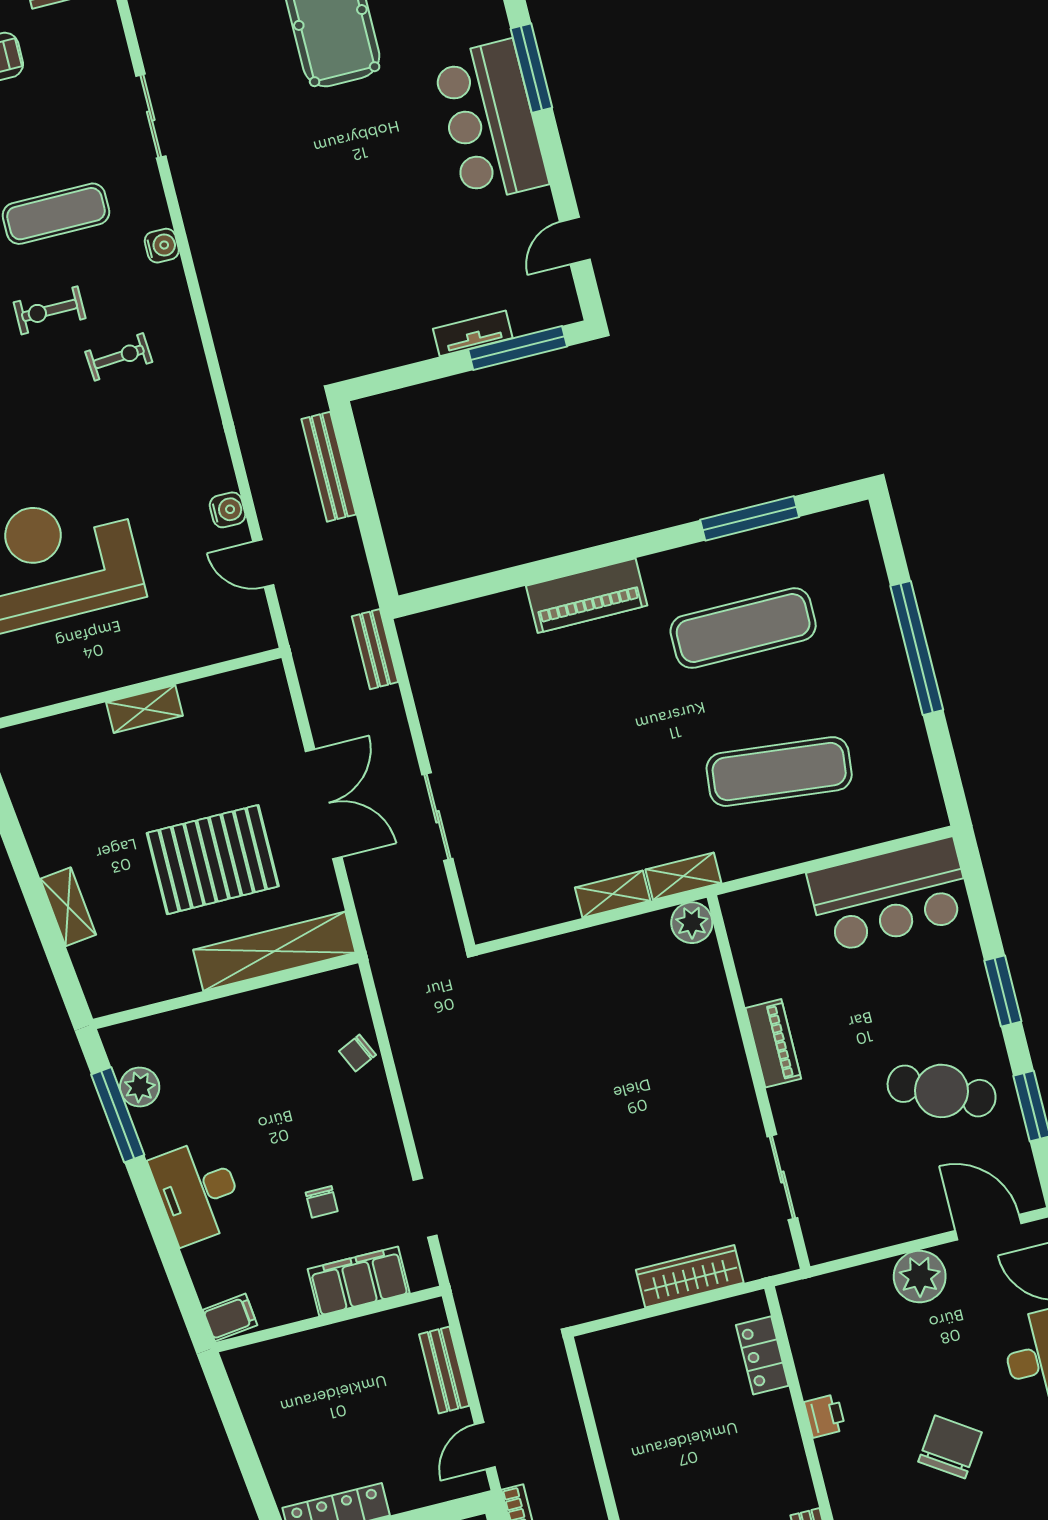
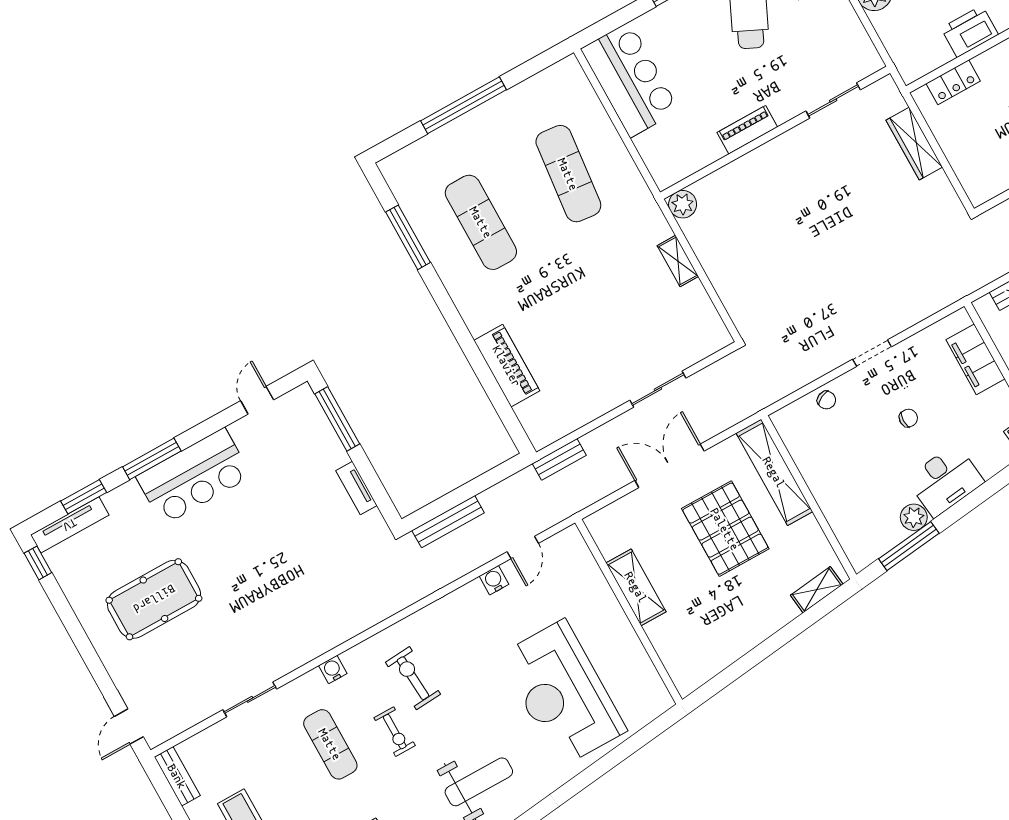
door: (575, 241) -> (257, 400), swing flipped
tv unit: (473, 333) -> (356, 488), moved
exercise bike: (119, 357) -> (413, 678), width x1.38, depth x1.39
piano: (587, 596) -> (507, 366), moved
shelving: (144, 709) -> (636, 587), width x1.50, depth x1.33
shelving: (683, 876) -> (654, 218), removed
shelving: (68, 907) -> (817, 590), moved
plant: (140, 1087) -> (914, 517), moved
chair: (322, 1202) -> (908, 418), moved
doorway: (425, 1208) -> (872, 353), moved
printer: (825, 1416) -> (970, 31), width x1.87, depth x1.48

